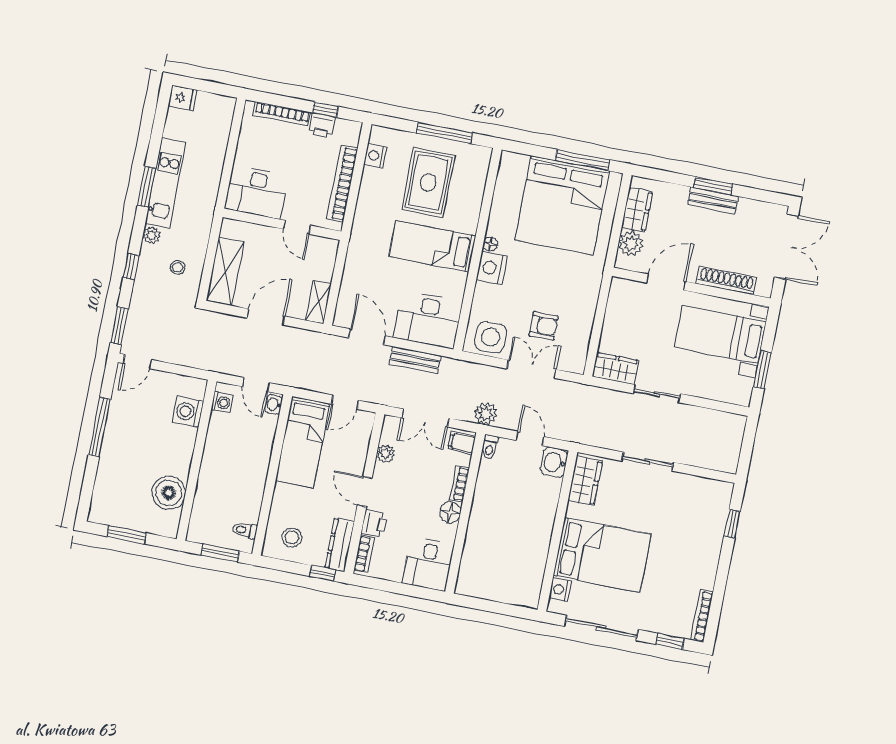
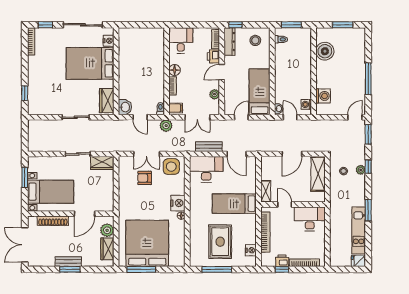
kitchen unit: (165, 183) -> (359, 231), moved
plant: (151, 235) -> (361, 170), moved
bed: (432, 246) -> (234, 204), moved, turned 180
shelving: (318, 302) -> (266, 191), moved
double door: (425, 418) -> (197, 117), swing flipped
door: (365, 492) -> (222, 72), swing flipped

